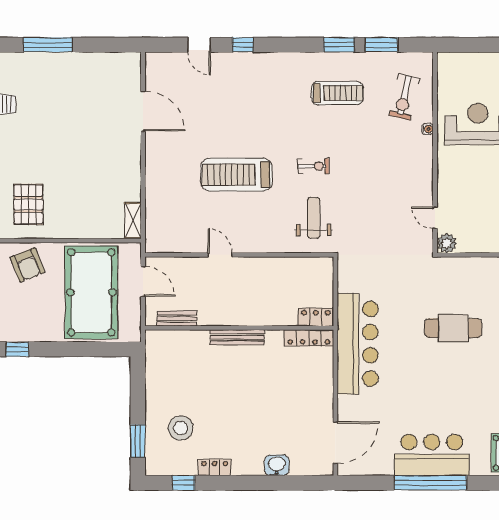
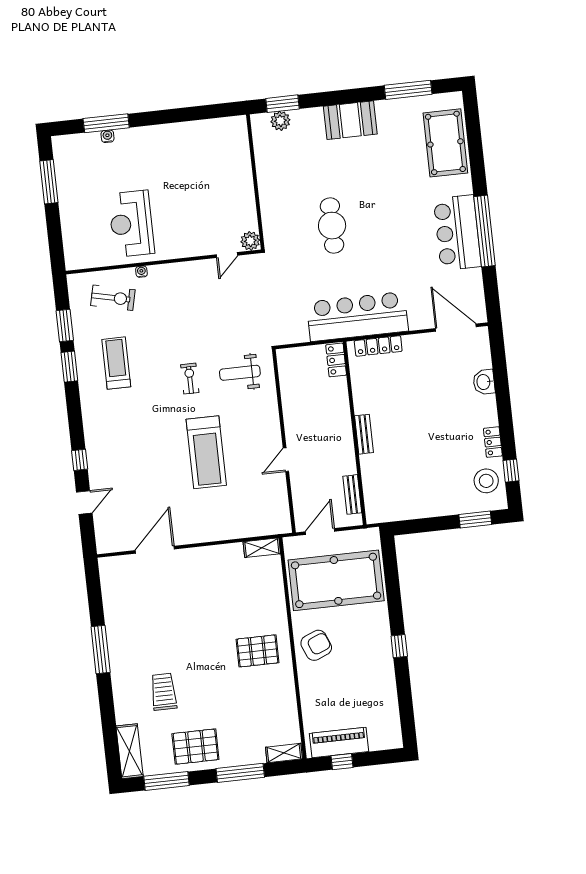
bench: (237, 337) -> (364, 434), width x0.73
locker: (309, 338) -> (378, 346), moved, turned 90
stool: (181, 428) -> (486, 481), moved

